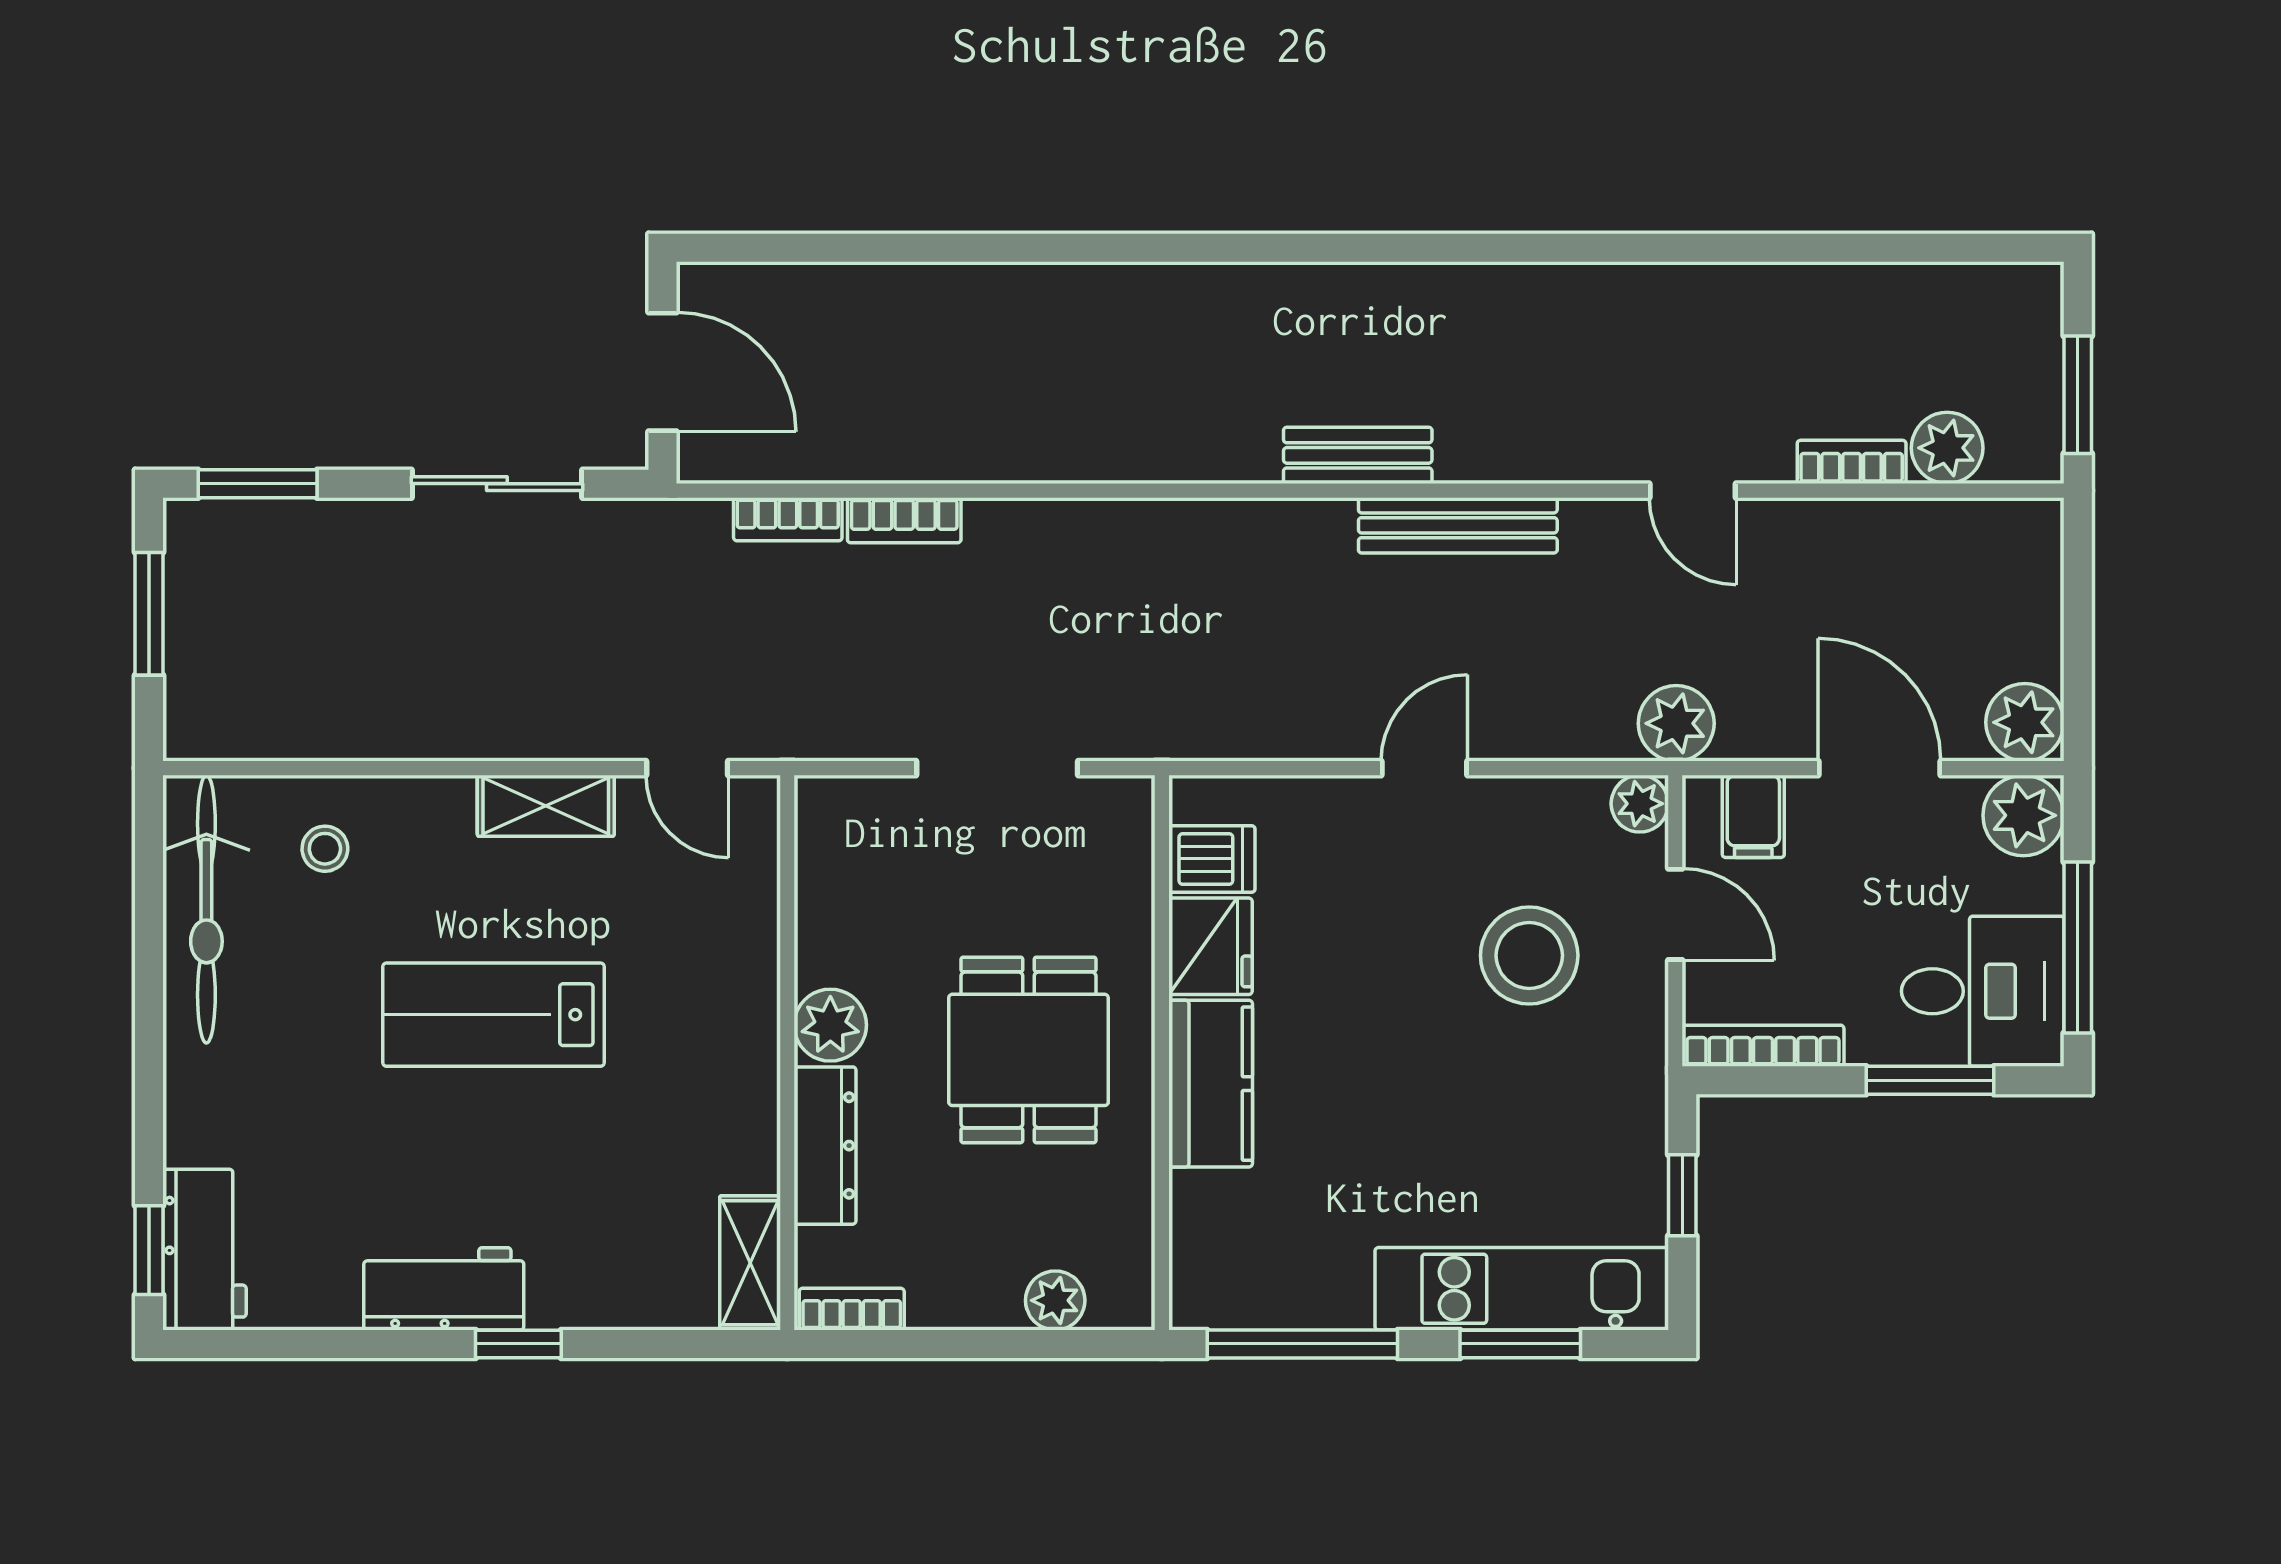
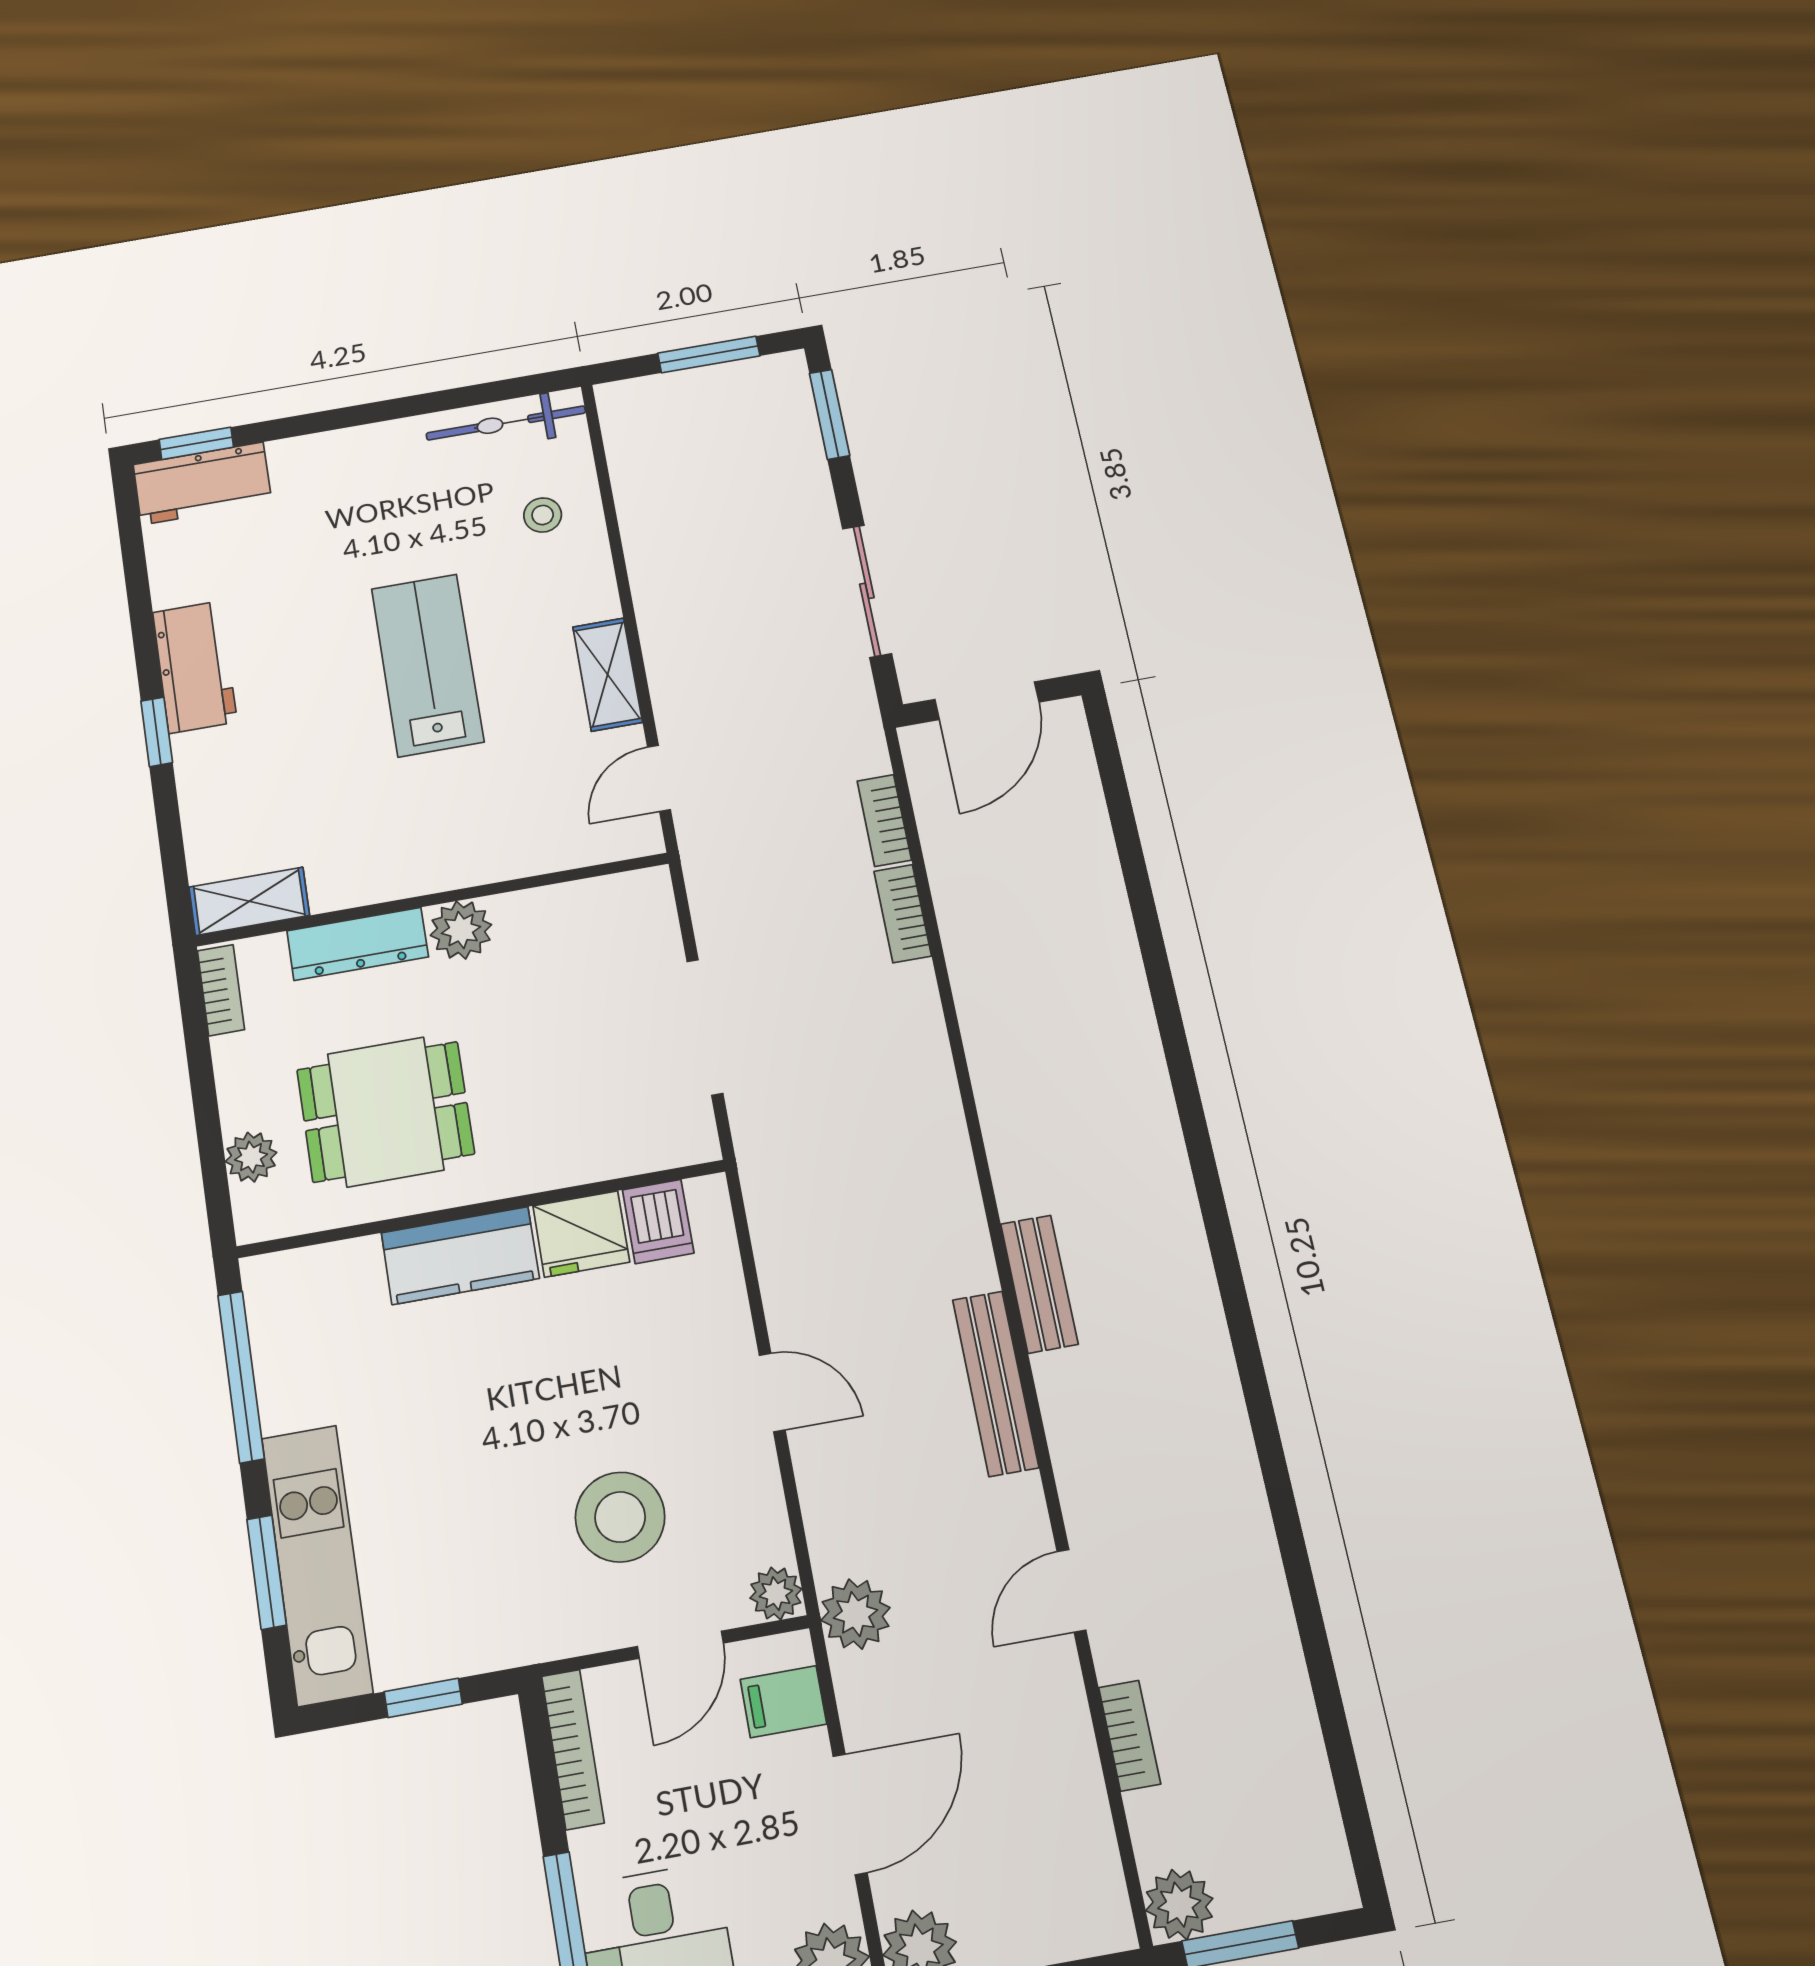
plant: (1947, 448) -> (1179, 1905), moved
bicycle: (206, 909) -> (506, 423), width x0.73, depth x0.71
dining table: (1028, 1050) -> (385, 1112), moved

